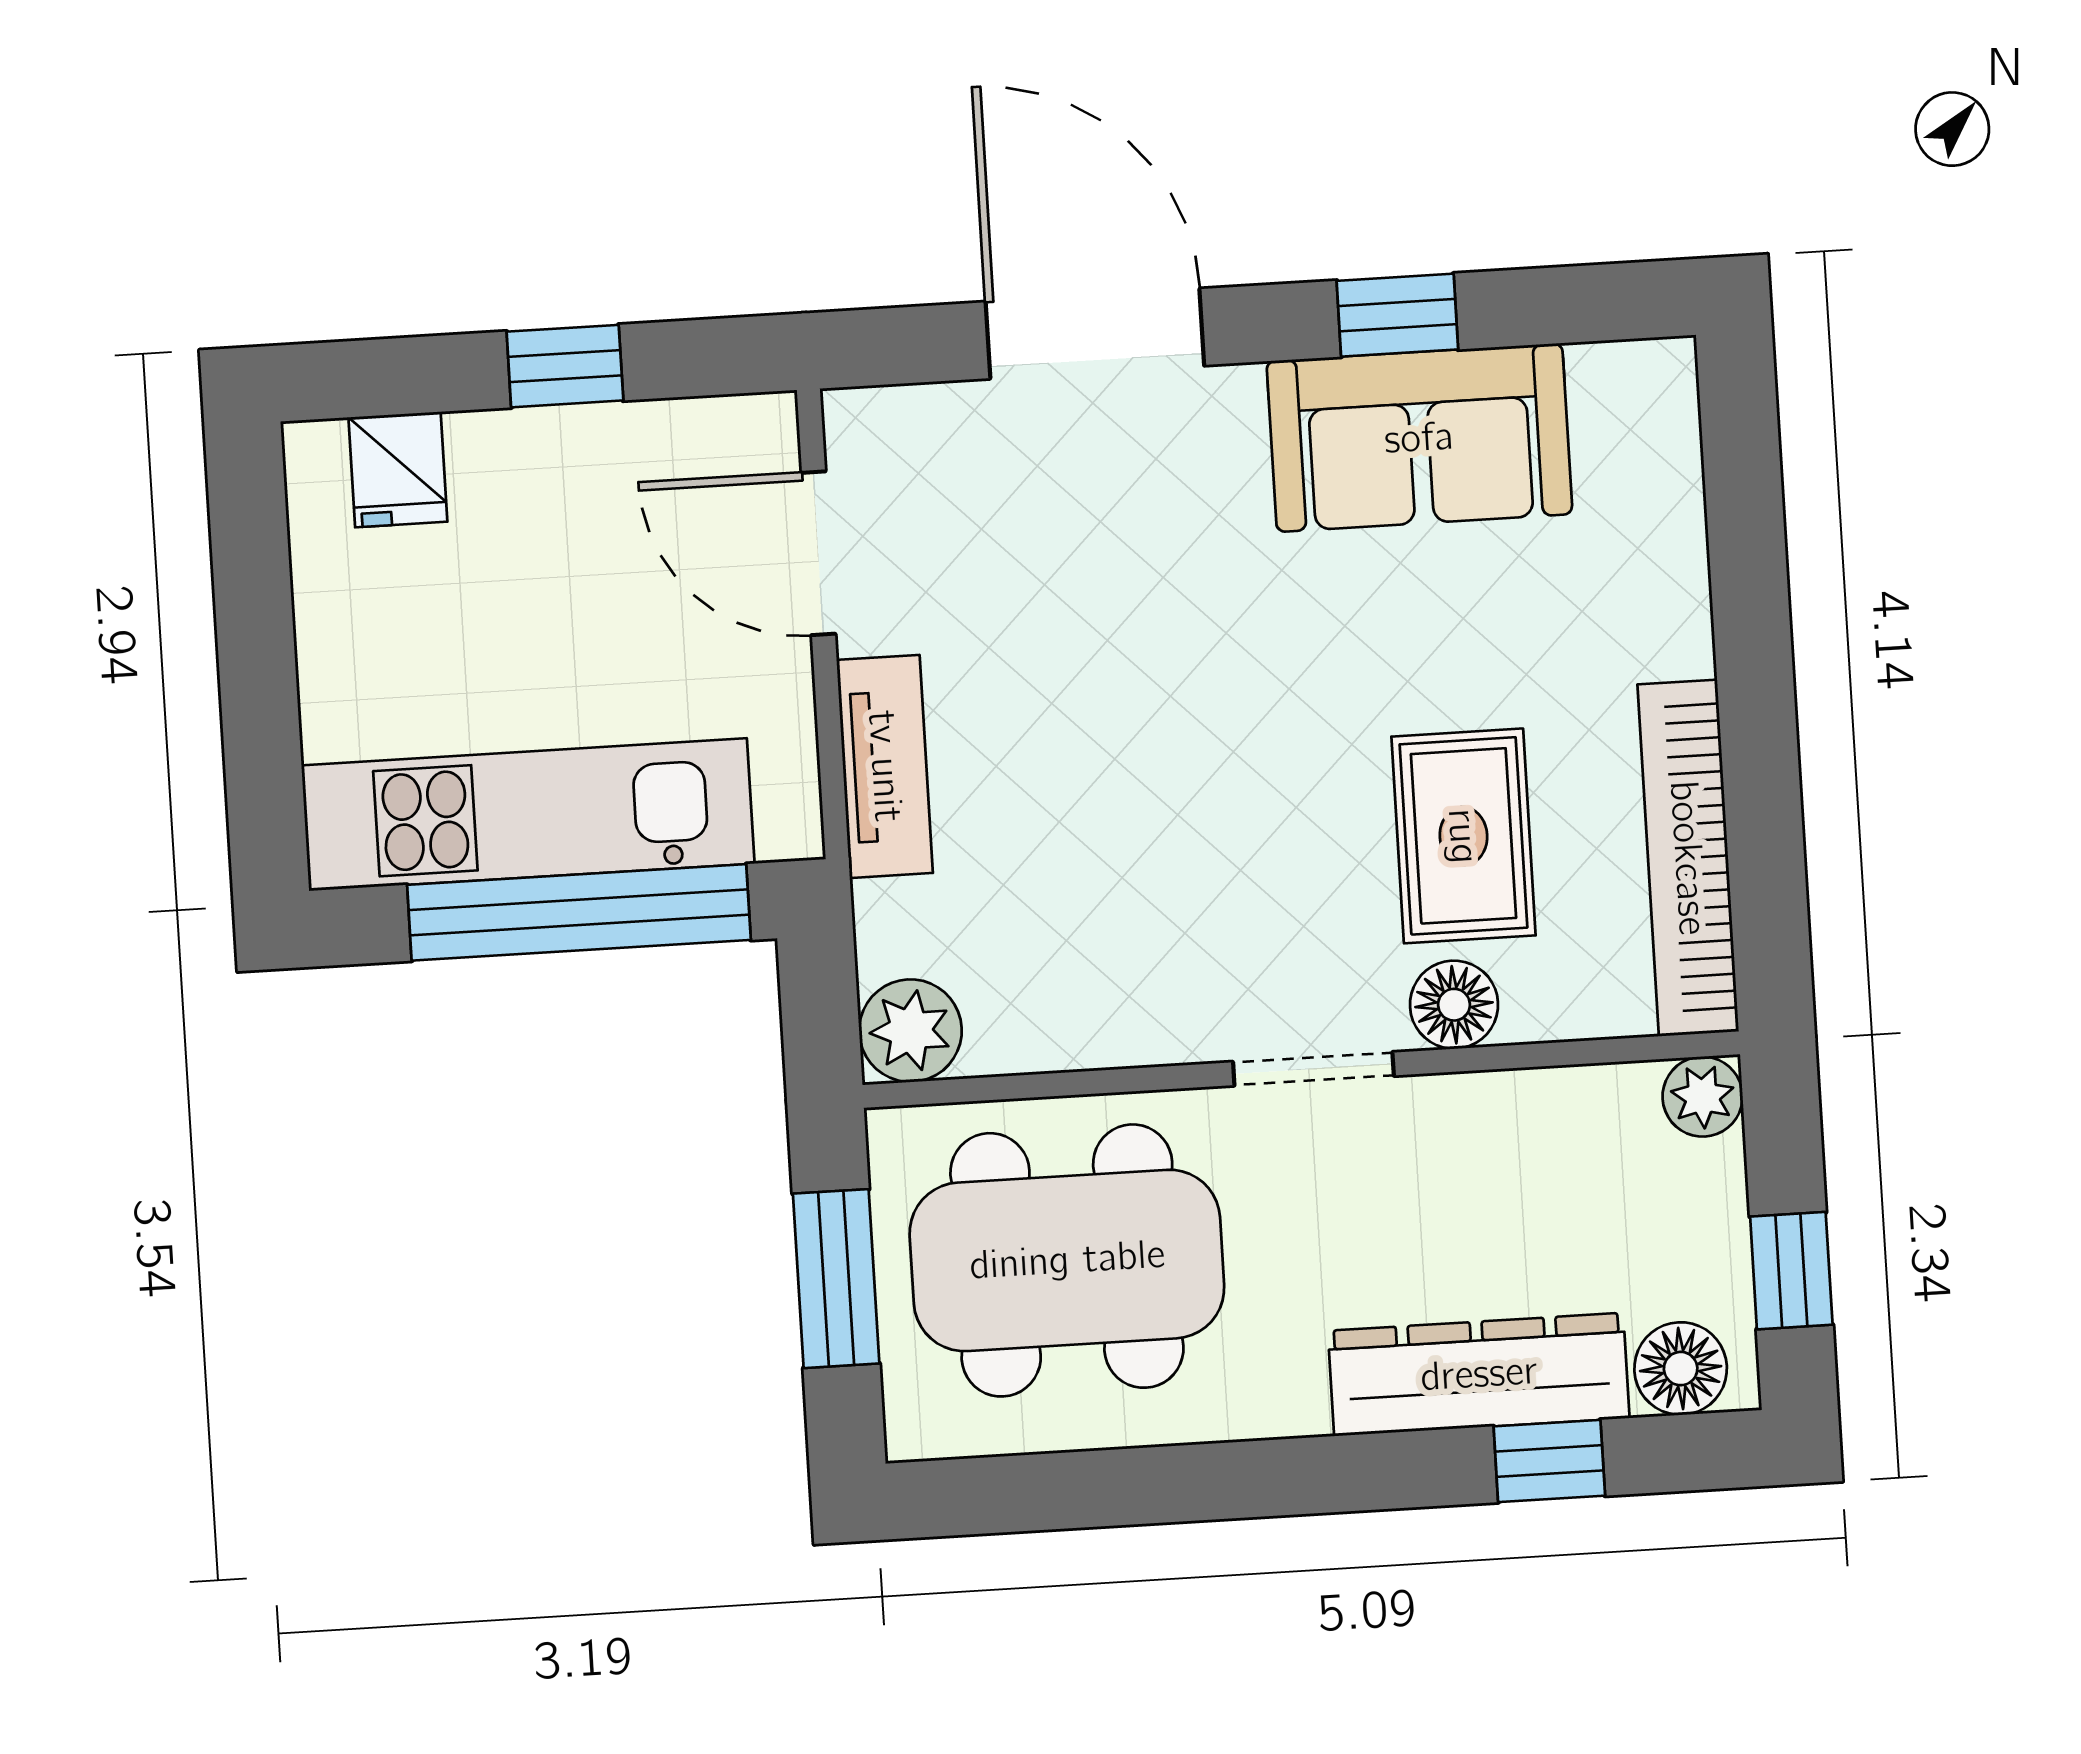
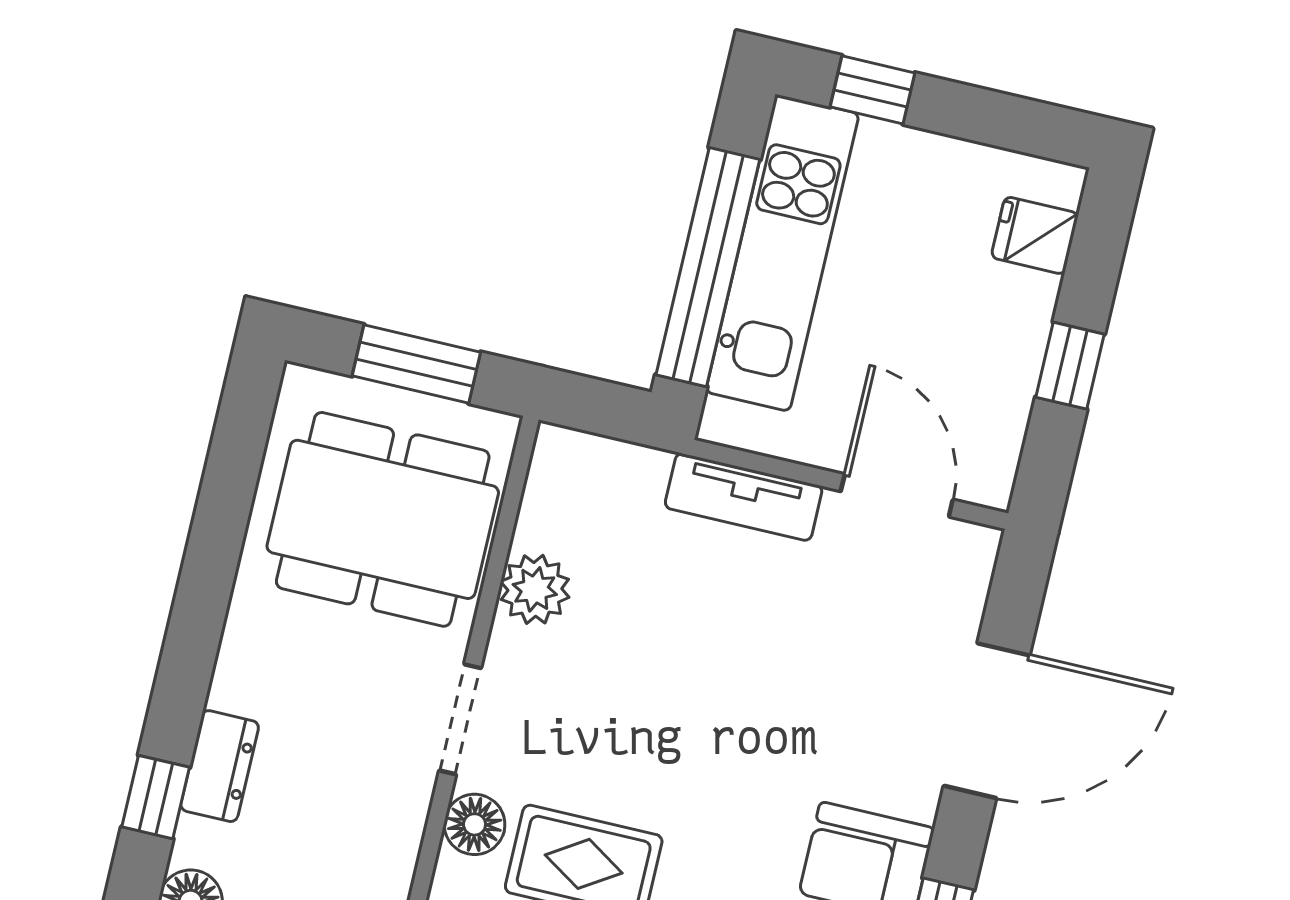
door: (818, 553) -> (897, 495), hinge flipped
window: (263, 757) -> (873, 90), added
plant: (910, 1031) -> (535, 589), moved
dining table: (1067, 1260) -> (383, 519), turned 90
dresser: (1479, 1374) -> (220, 766), width x0.51, depth x0.80

